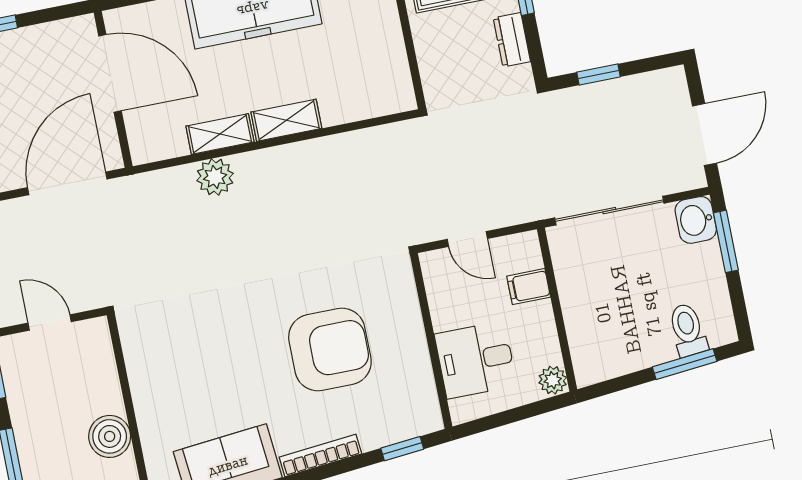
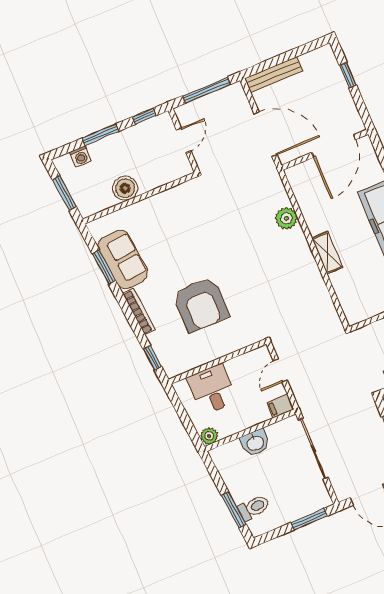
shelving: (220, 134) -> (312, 216), removed
washbasin: (696, 220) -> (255, 443), moved, turned 180
filing cabinet: (529, 287) -> (280, 406), moved, turned -90

